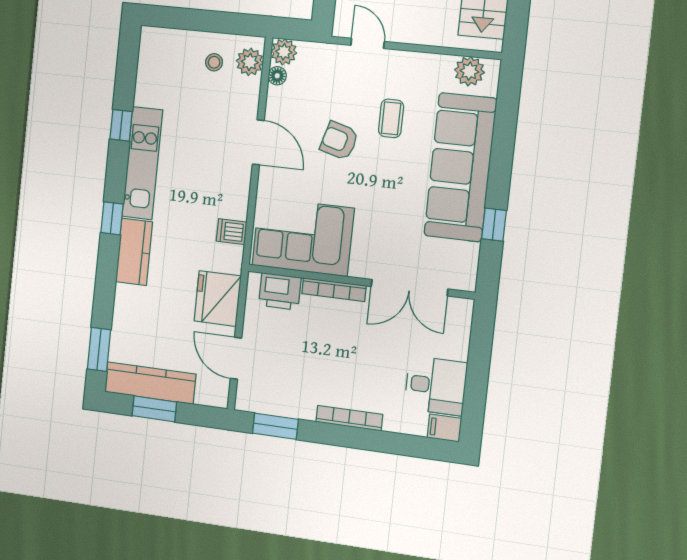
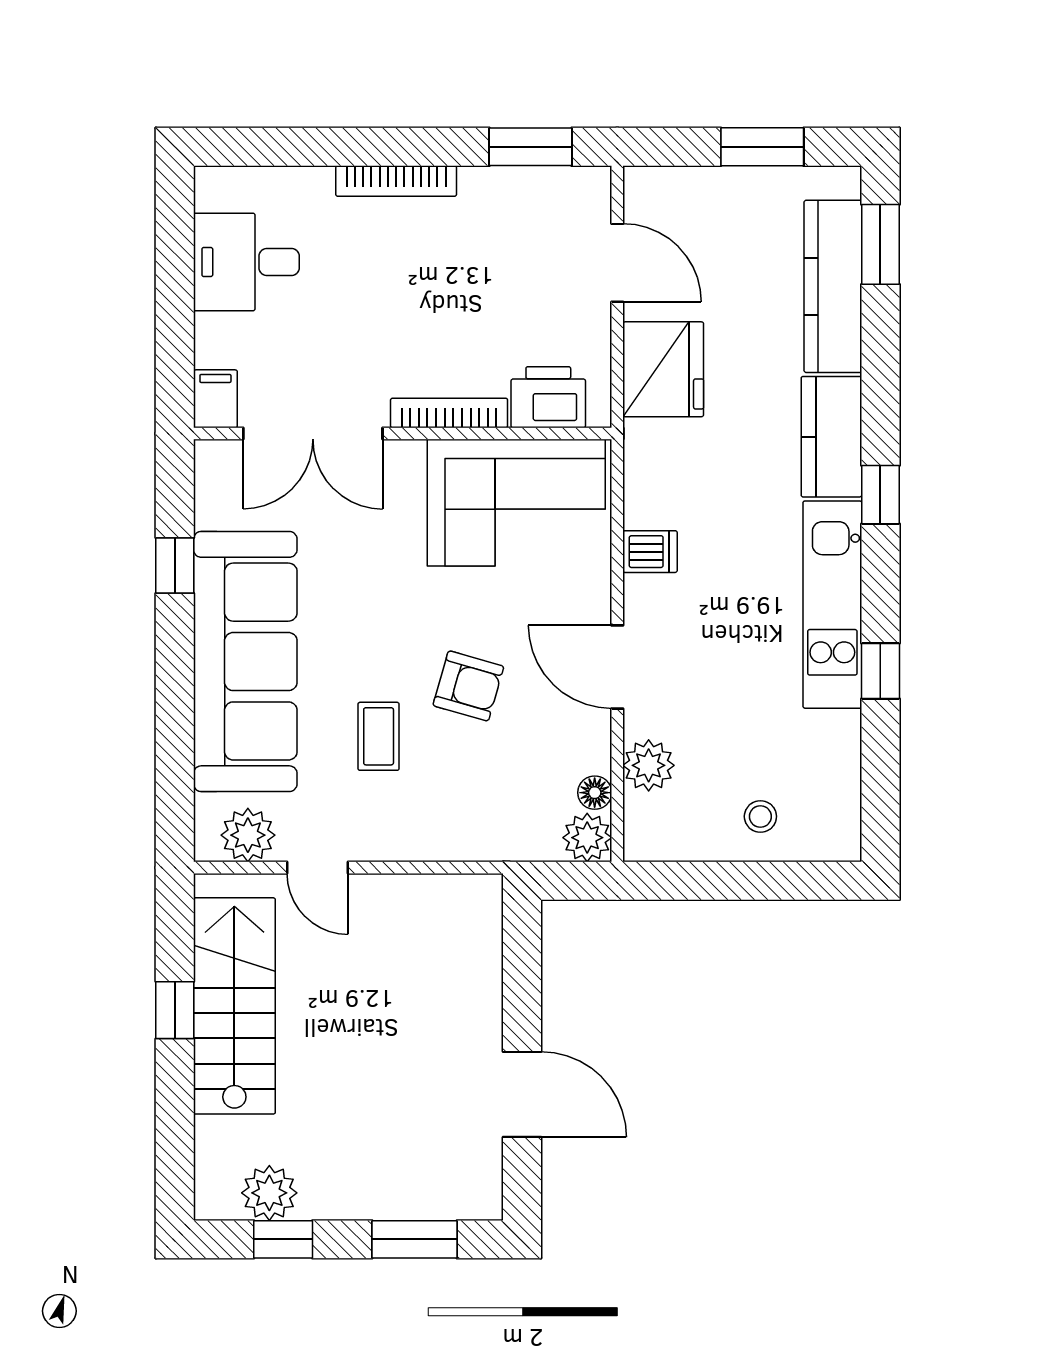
door: (368, 43) -> (317, 868), moved
stool: (214, 62) -> (760, 816), moved
plant: (250, 62) -> (649, 765), moved
dishwasher: (232, 232) -> (650, 552), moved
double door: (409, 288) -> (313, 434), swing flipped
kitchen counter: (150, 383) -> (833, 286), moved, turned 90
filing cabinet: (444, 428) -> (215, 399), moved, turned -90

